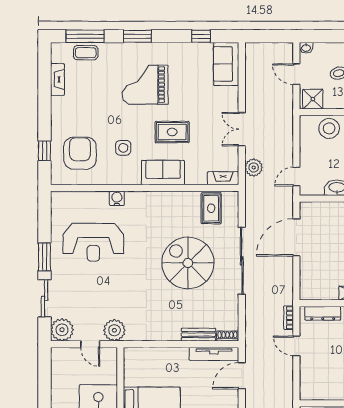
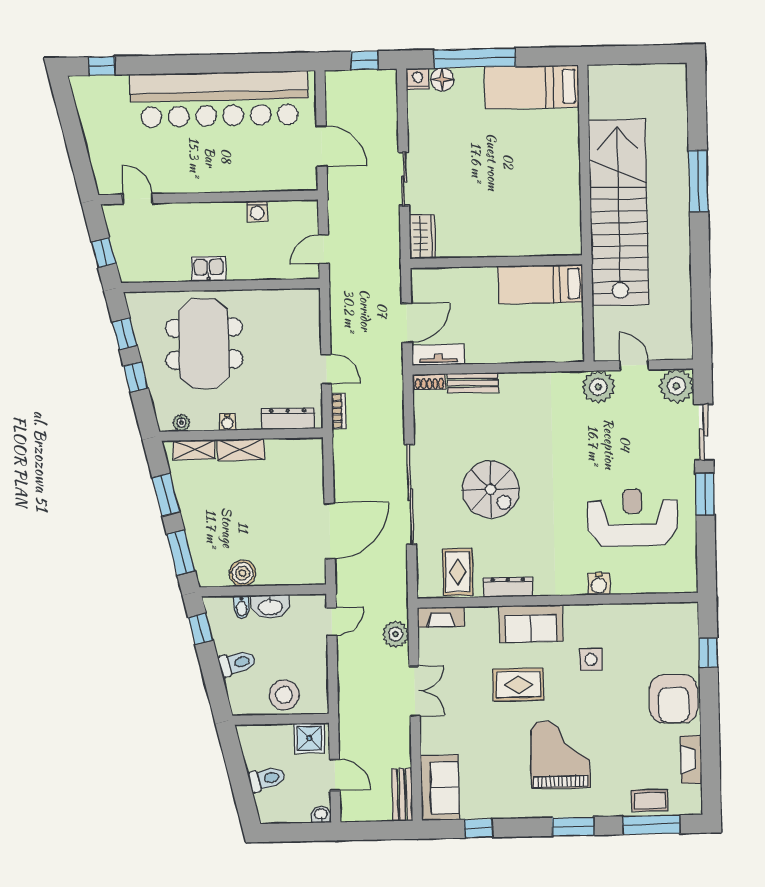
bench: (251, 60) -> (402, 795), added
grand piano: (145, 85) -> (560, 754), turned -90
armchair: (80, 153) -> (674, 699), moved
dresser: (178, 197) -> (508, 587), added
spiral stairs: (188, 263) -> (491, 490), width x0.73, depth x0.73
tv unit: (214, 354) -> (438, 355), width x0.71

